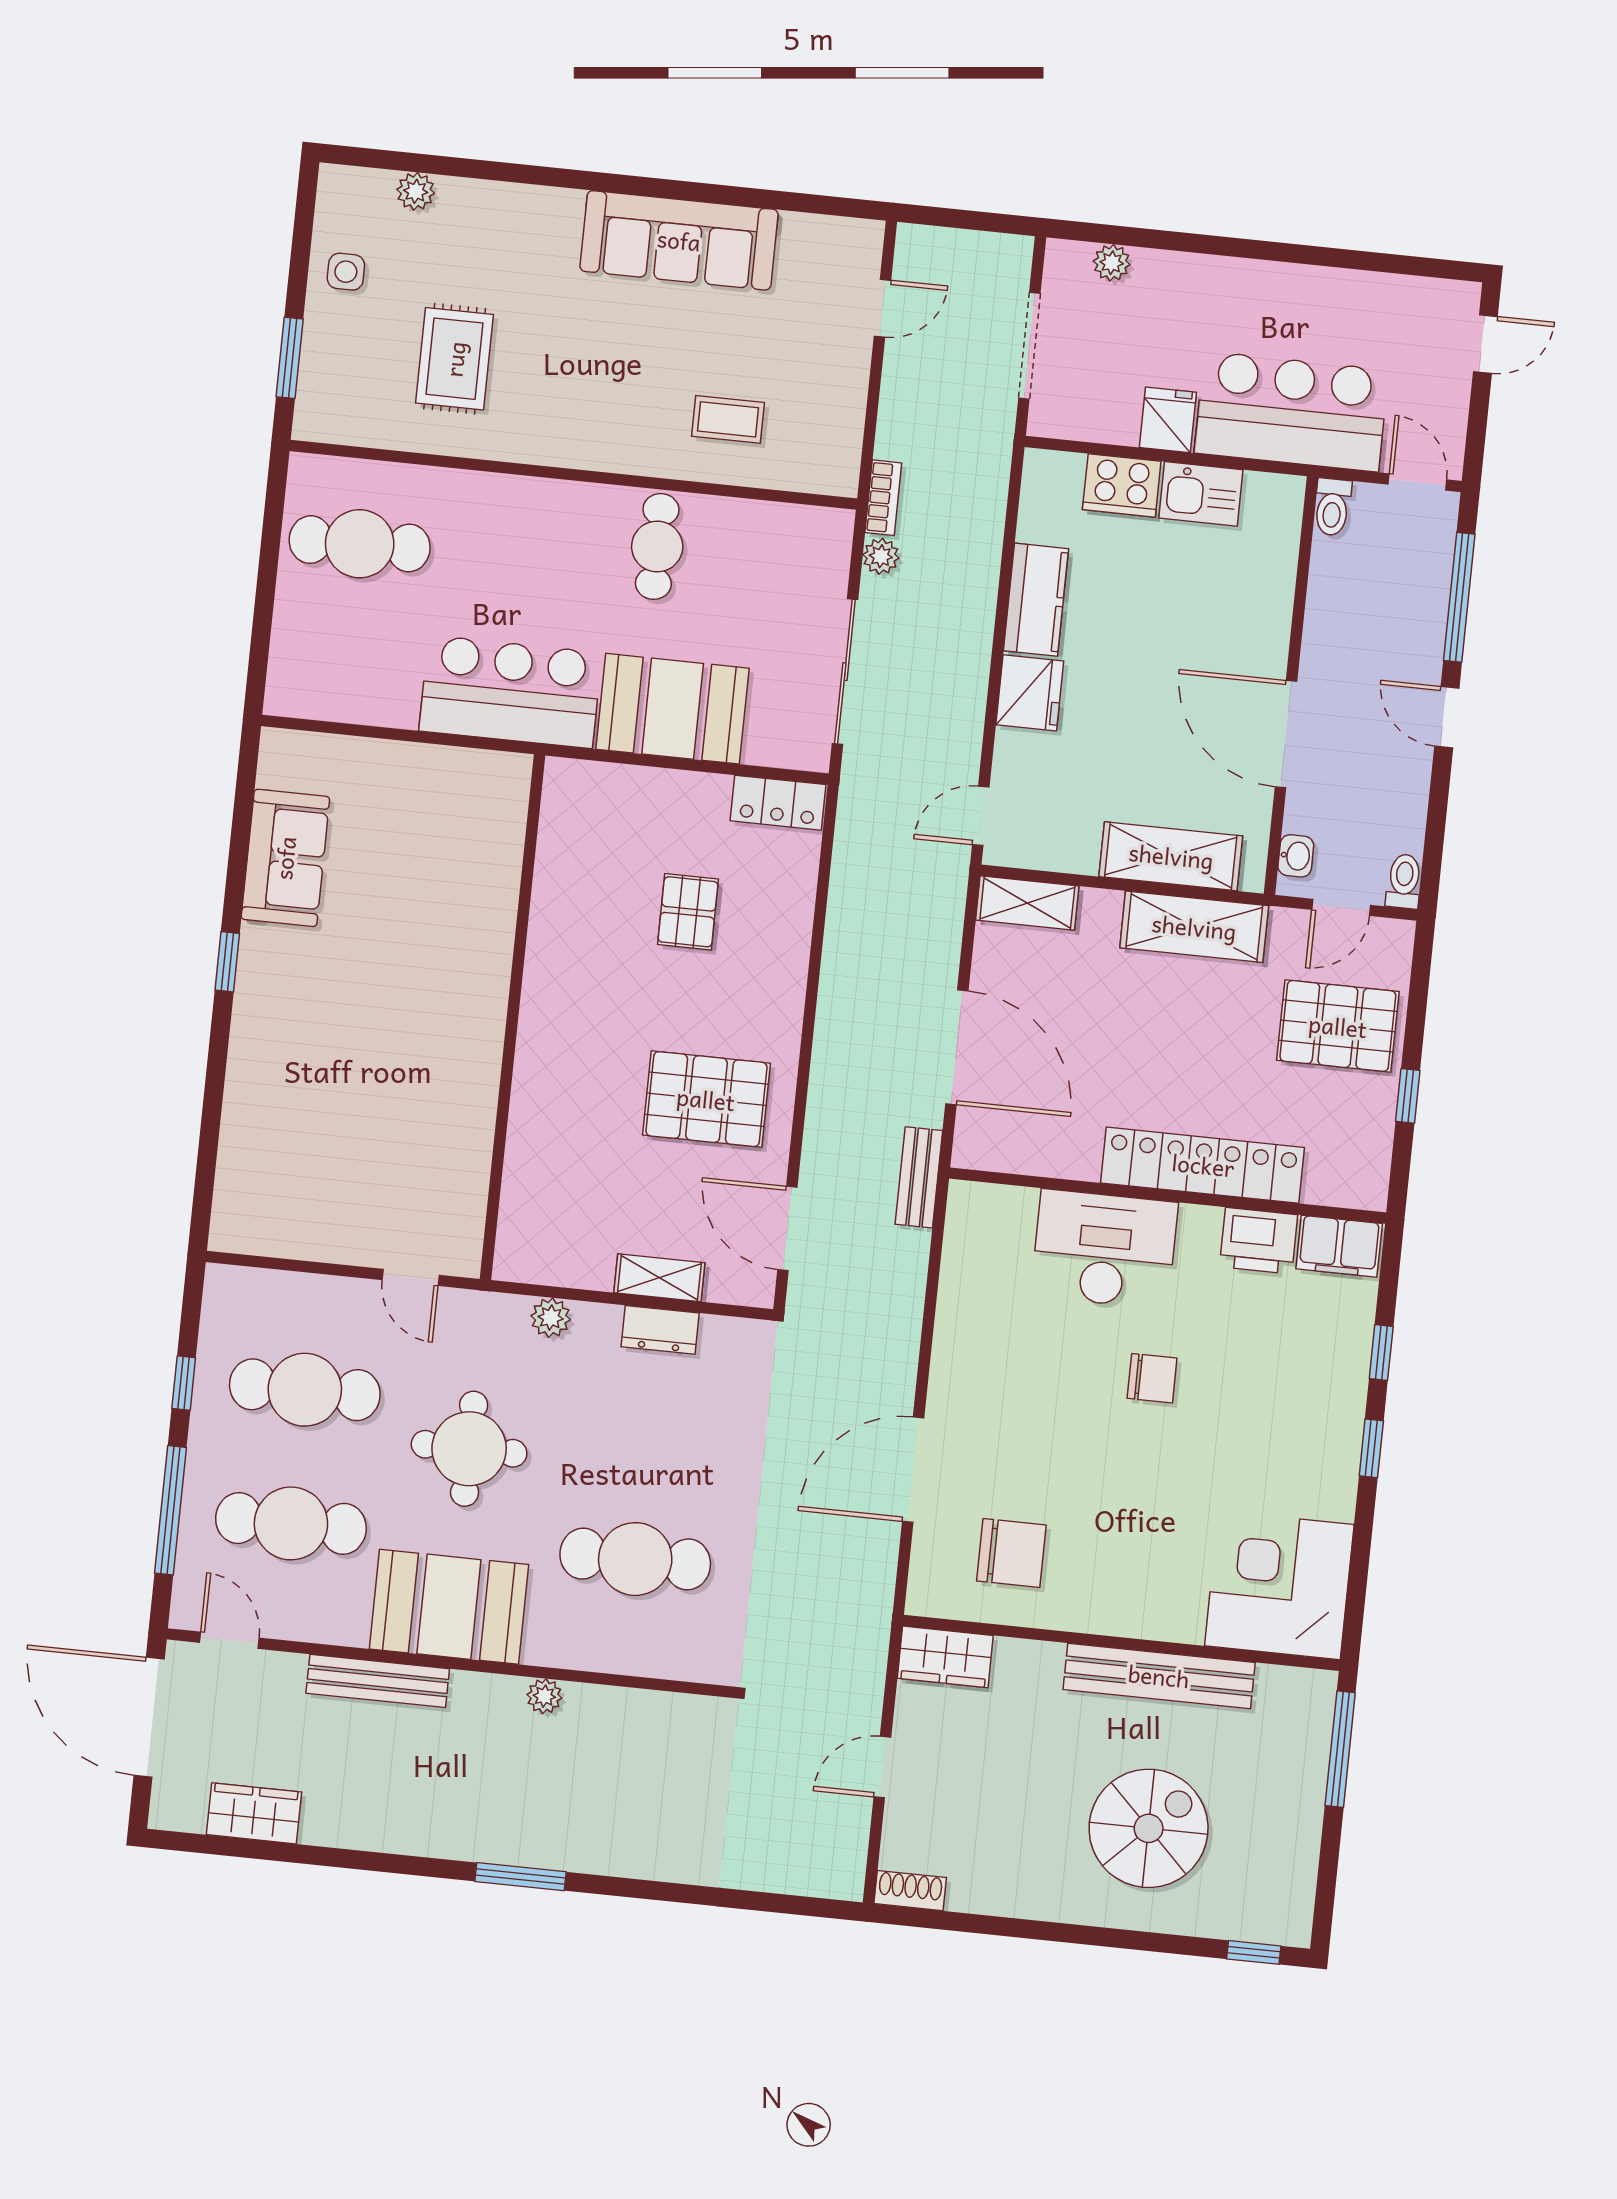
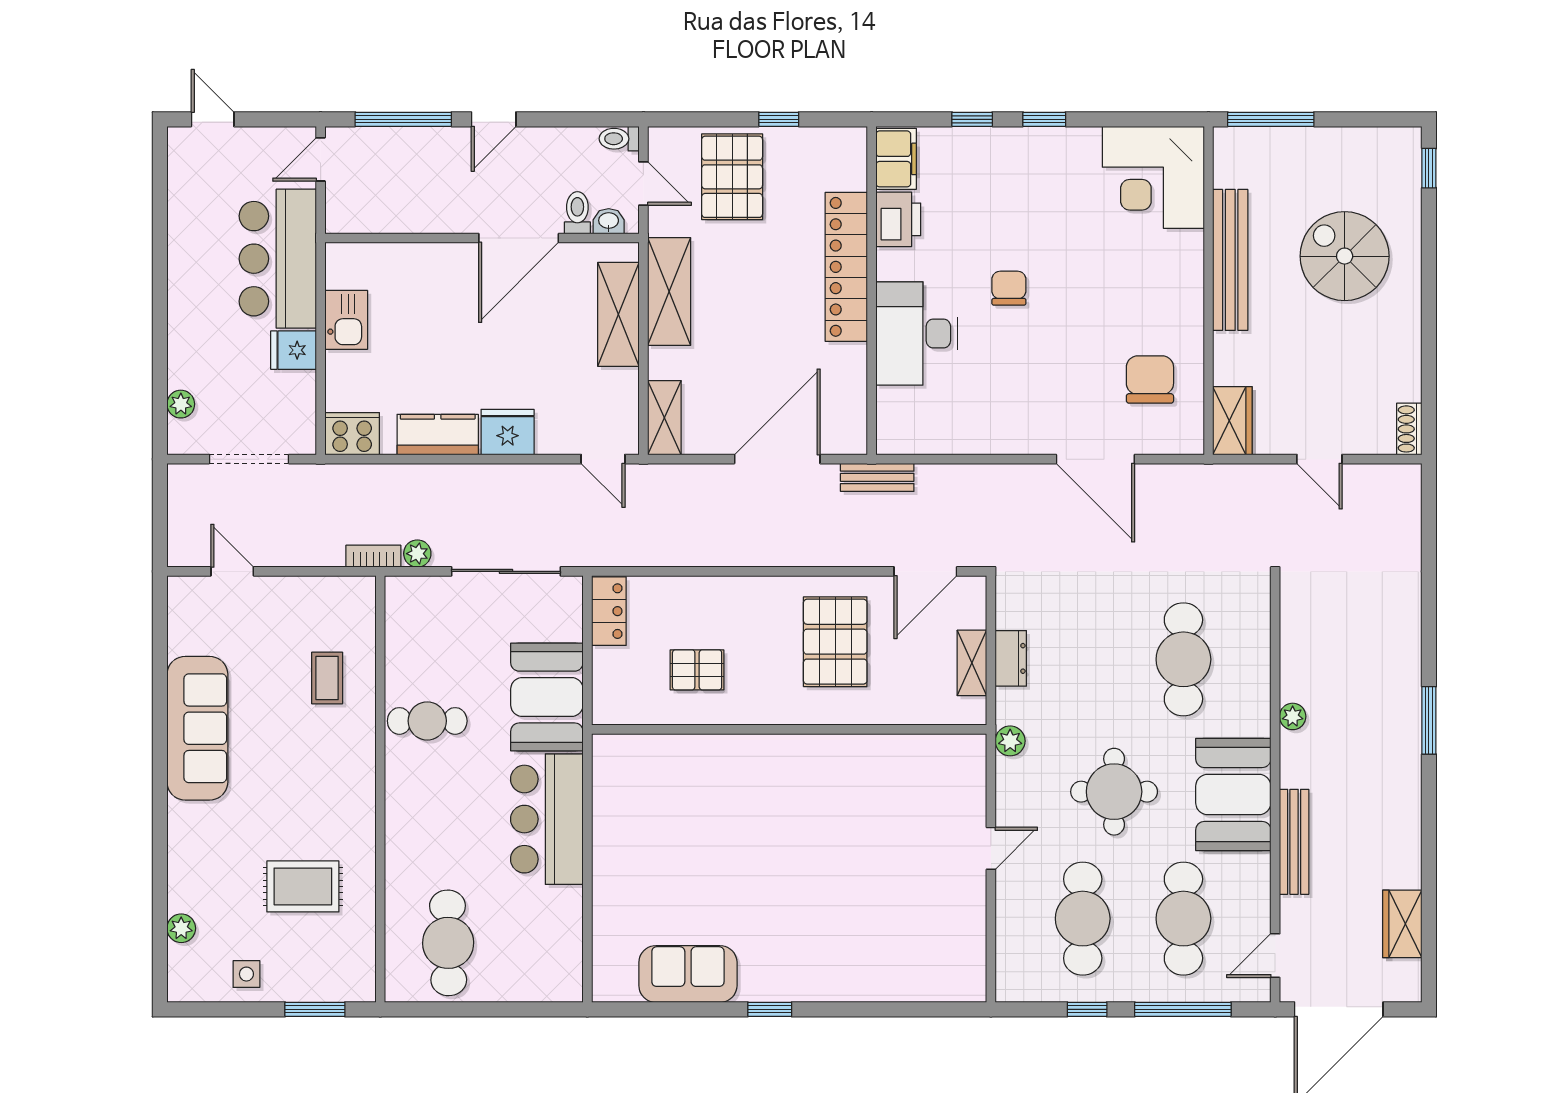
cooker: (1122, 485) -> (352, 434), moved, turned -90
toilet: (1332, 507) -> (577, 213), moved, turned -90
wall: (513, 1017) -> (789, 729), moved

